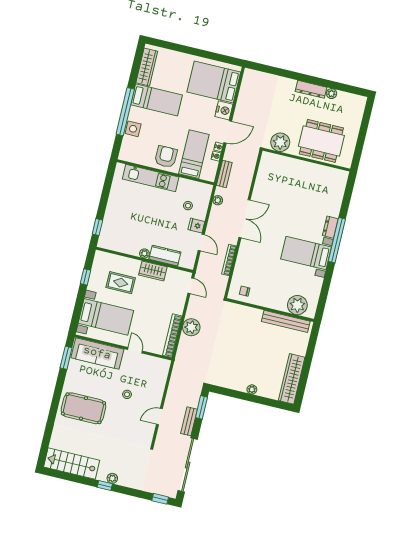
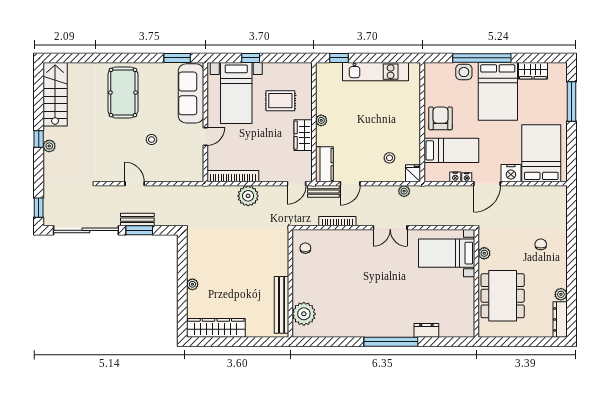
window: (178, 48) -> (571, 101), added
wardrobe: (147, 67) -> (533, 71), width x0.67
dresser: (311, 89) -> (560, 319), moved
bed: (156, 100) -> (498, 91), width x1.50
chair: (287, 100) -> (541, 244), added
door: (228, 132) -> (487, 184), hinge flipped
plant: (280, 142) -> (484, 253), width x0.53, depth x0.53
armchair: (166, 157) -> (441, 118), turned -90
bench: (224, 174) -> (323, 191), moved
kitchen unit: (151, 178) -> (375, 72), moved, turned -90
double door: (245, 219) -> (390, 228), width x0.73
fridge: (196, 226) -> (413, 173), moved
dresser: (330, 227) -> (426, 330), moved
bed with nightstands: (306, 253) -> (447, 253), moved, turned -90
kitchen counter: (165, 256) -> (324, 164), moved
window: (85, 277) -> (251, 58), moved
rug: (121, 283) -> (280, 101), turned 90
window: (201, 407) -> (139, 230), moved

